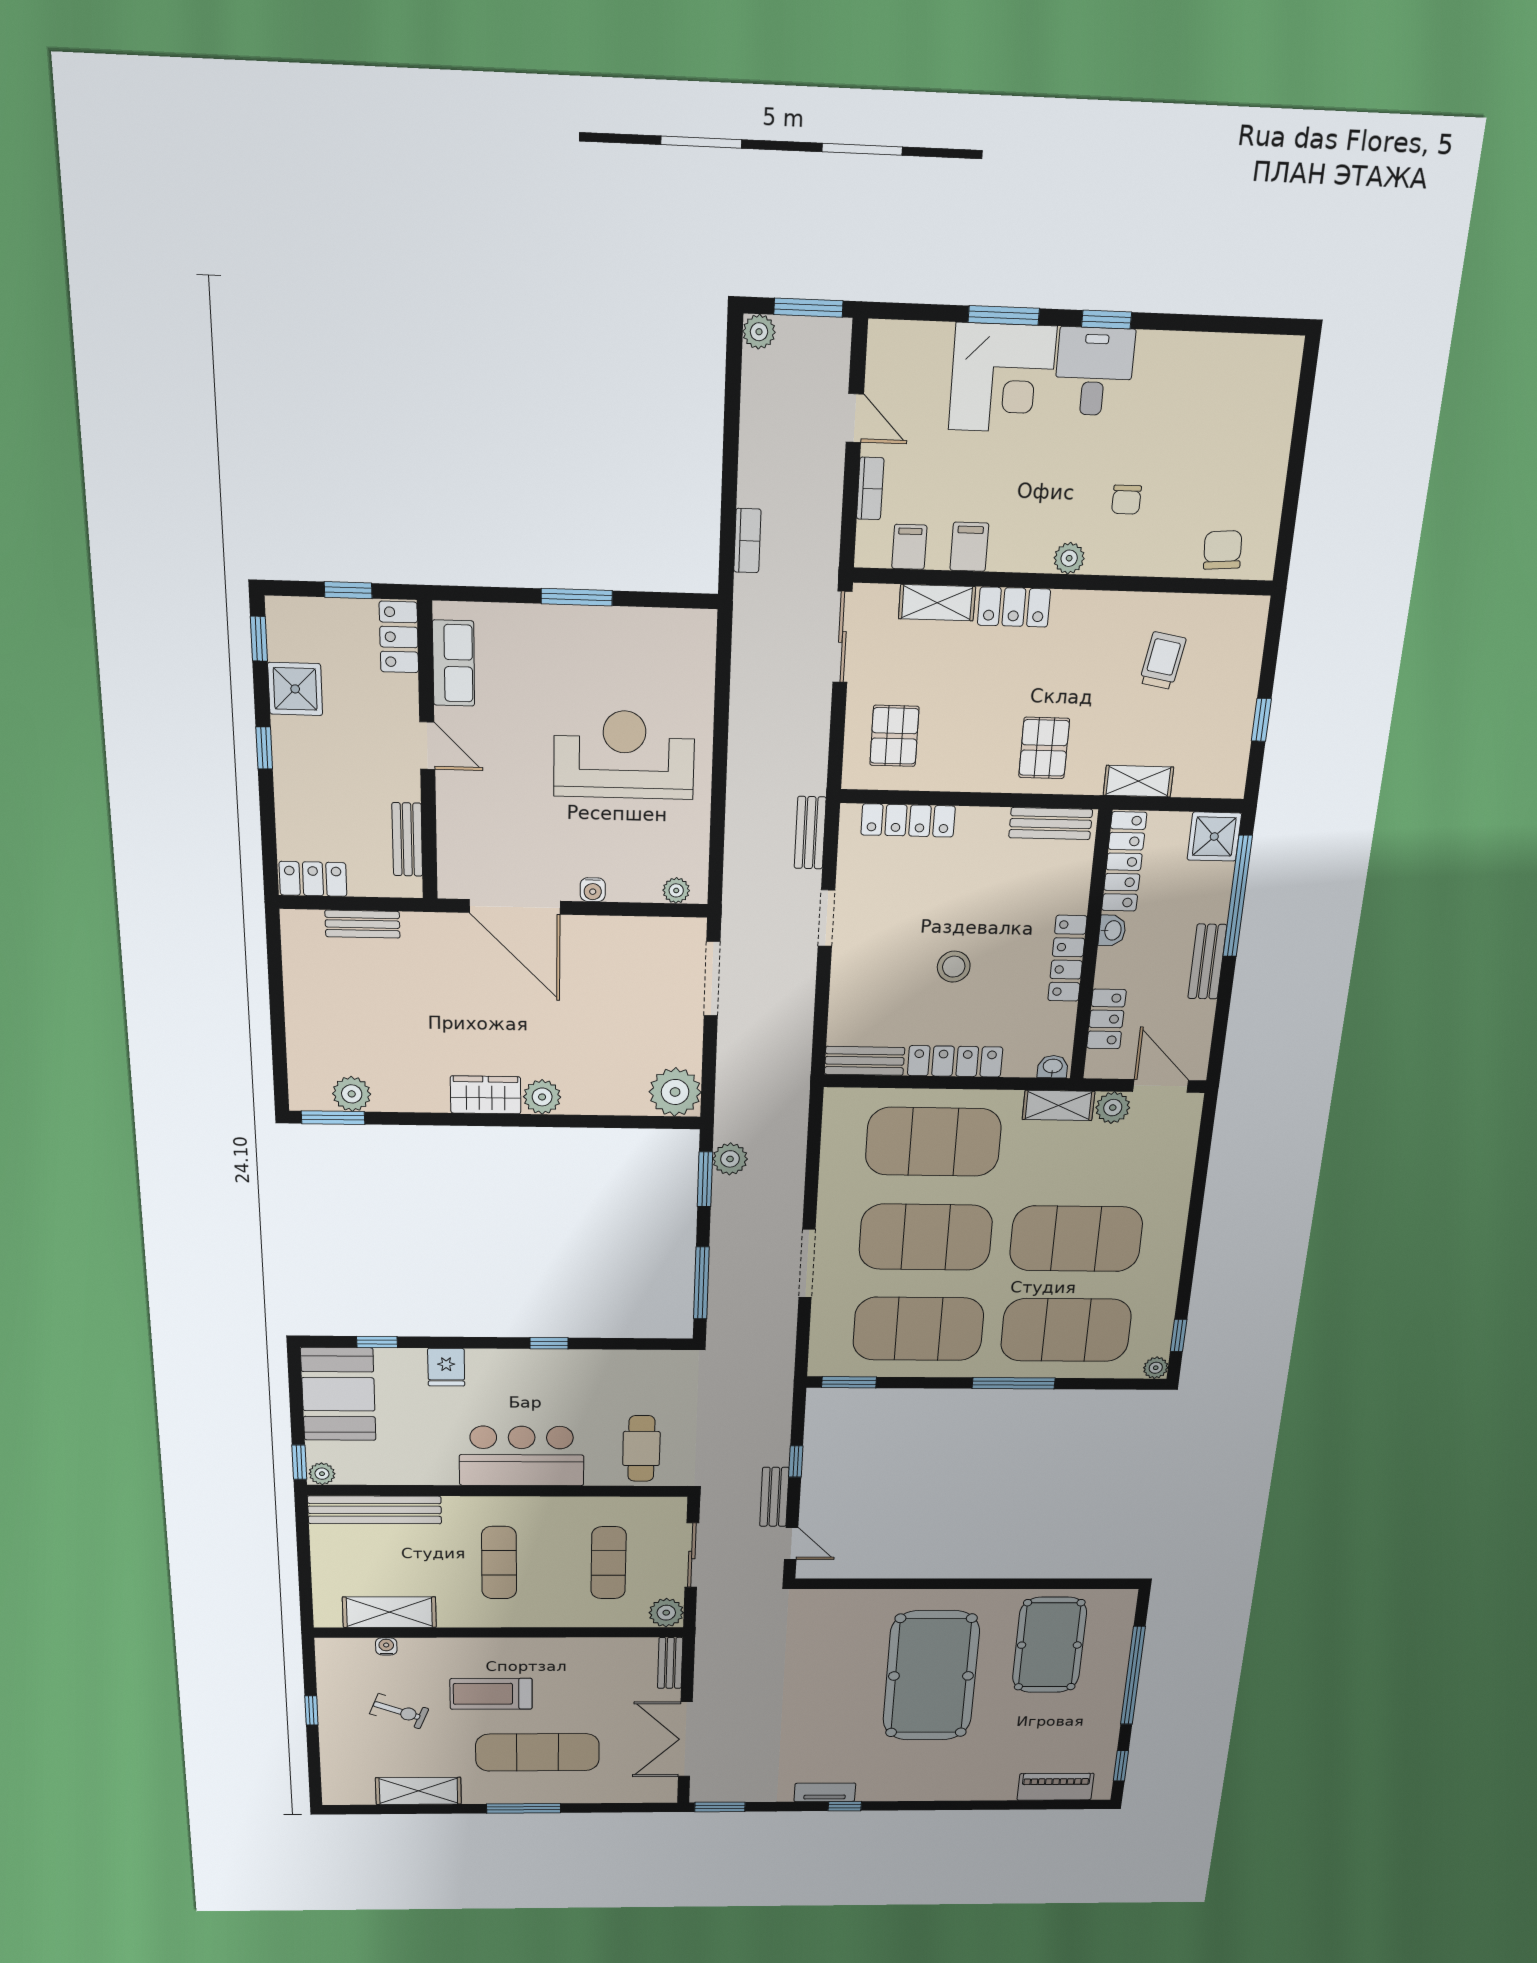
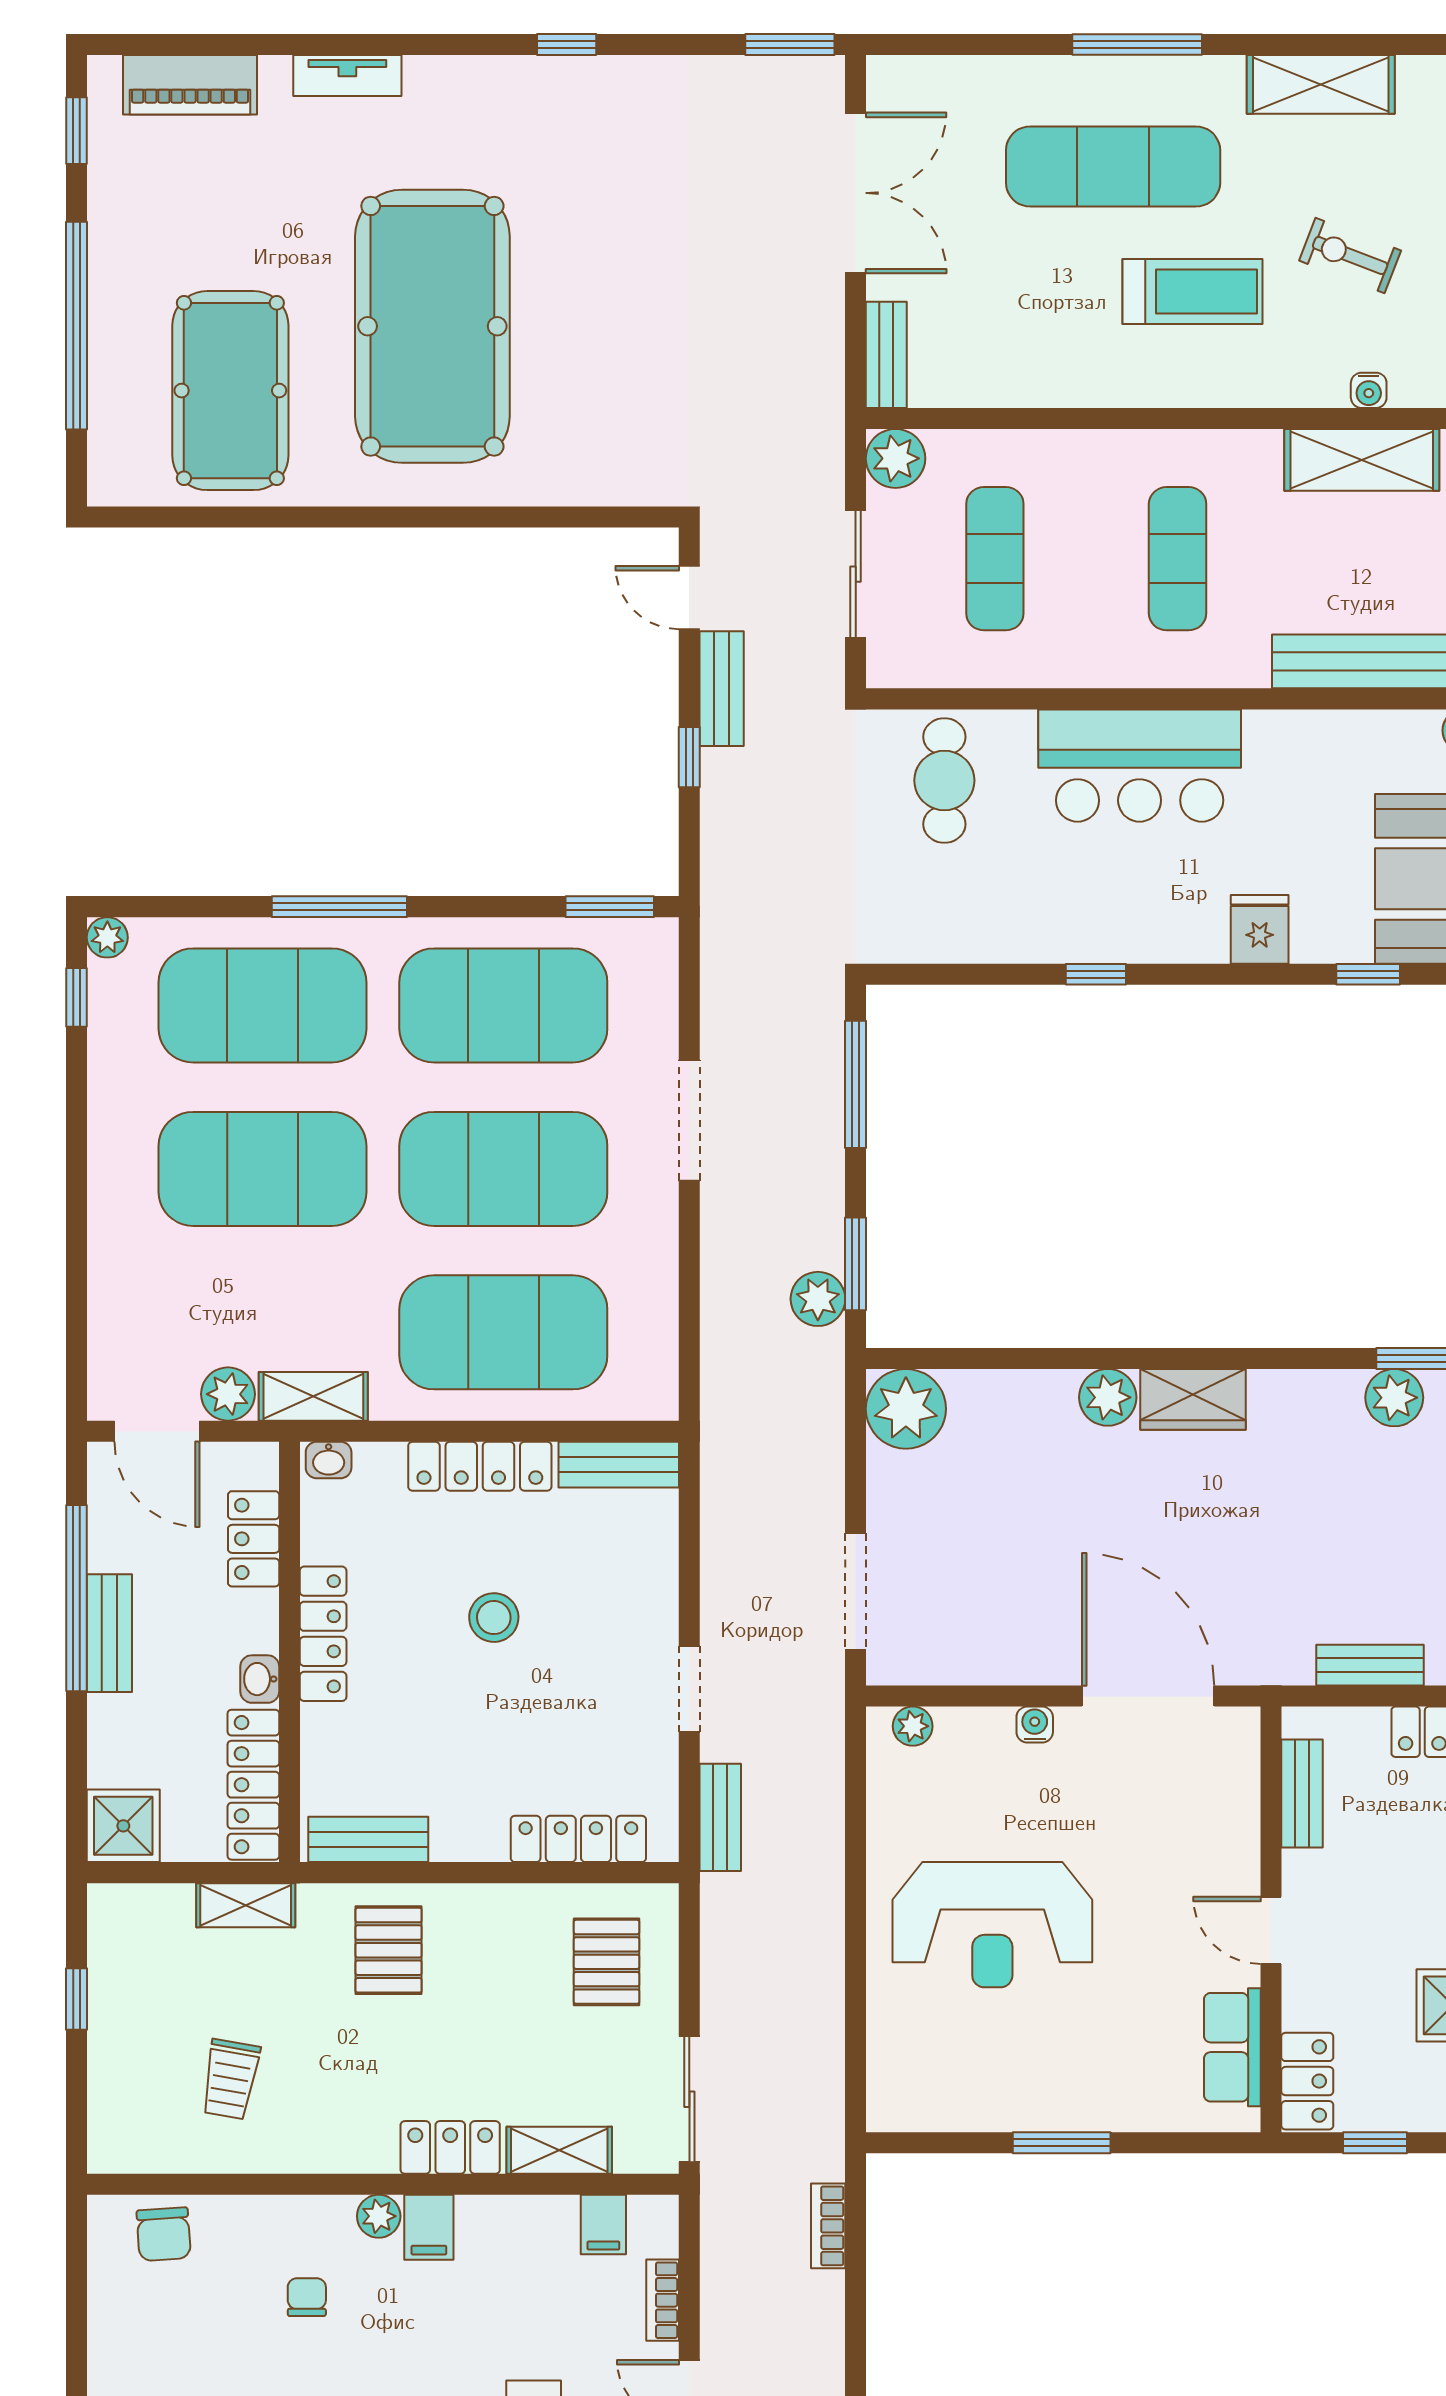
filing cabinet: (969, 547) -> (429, 2227), moved
window: (1238, 896) -> (77, 1598), moved
tv unit: (825, 1792) -> (347, 75), moved

